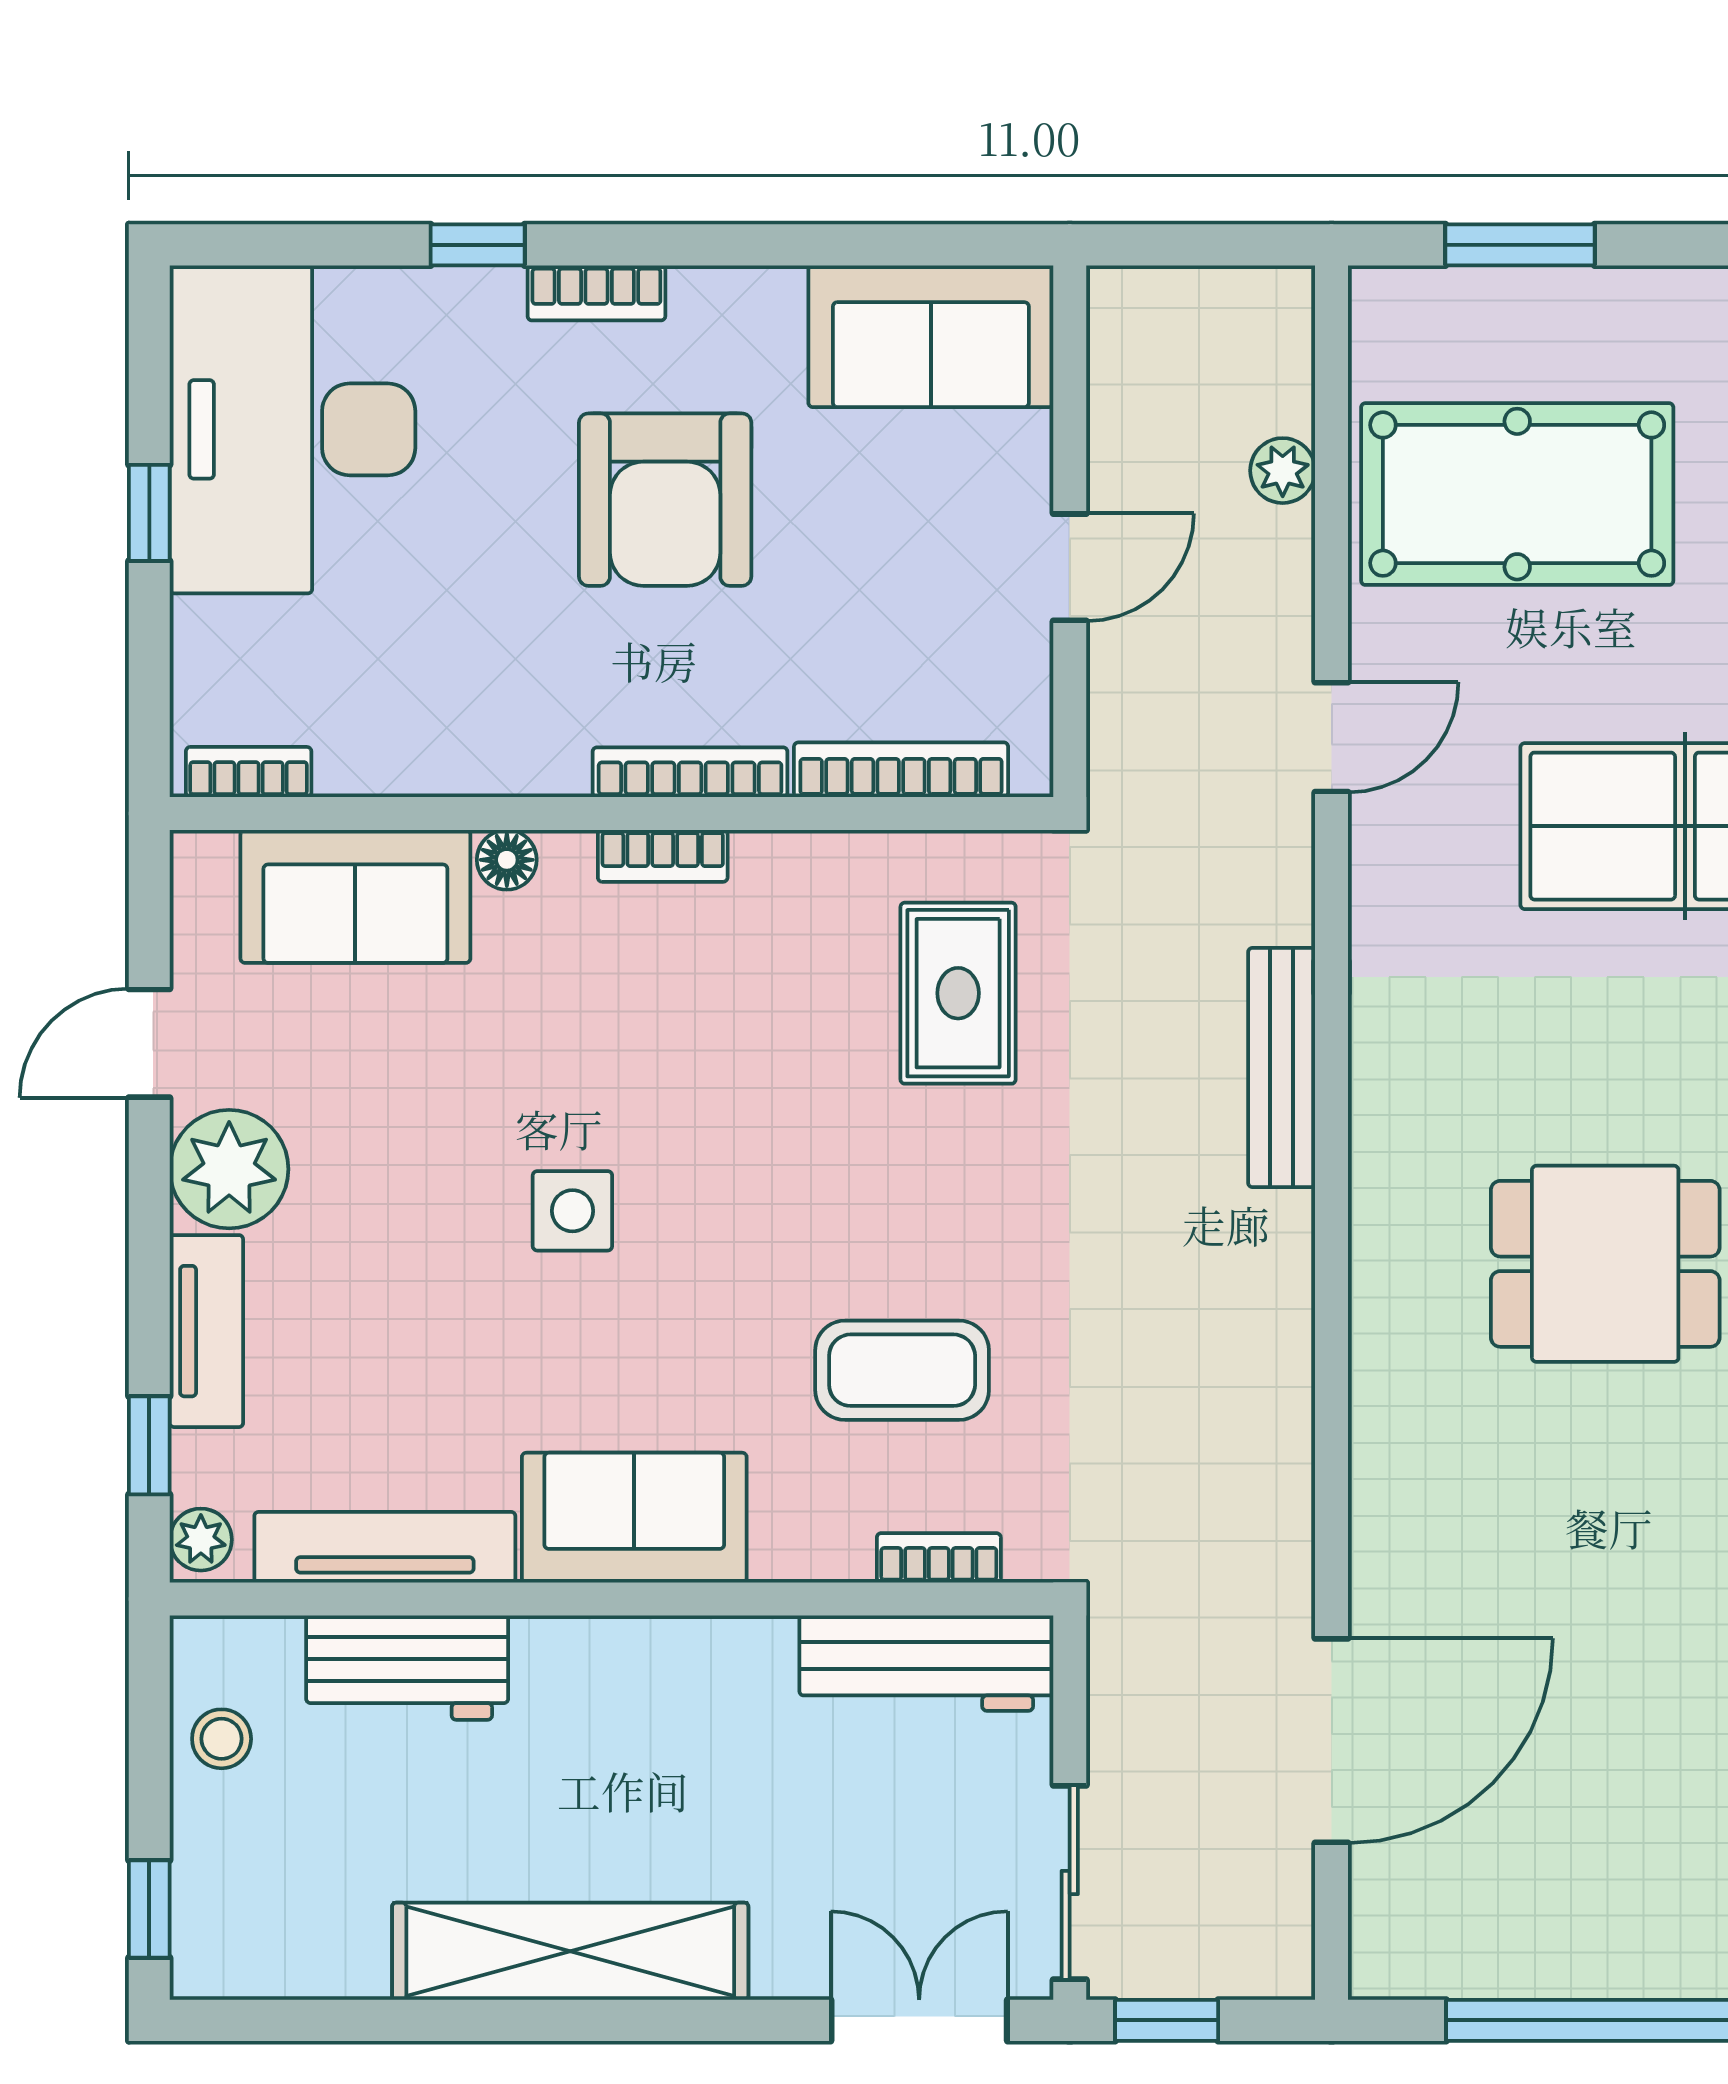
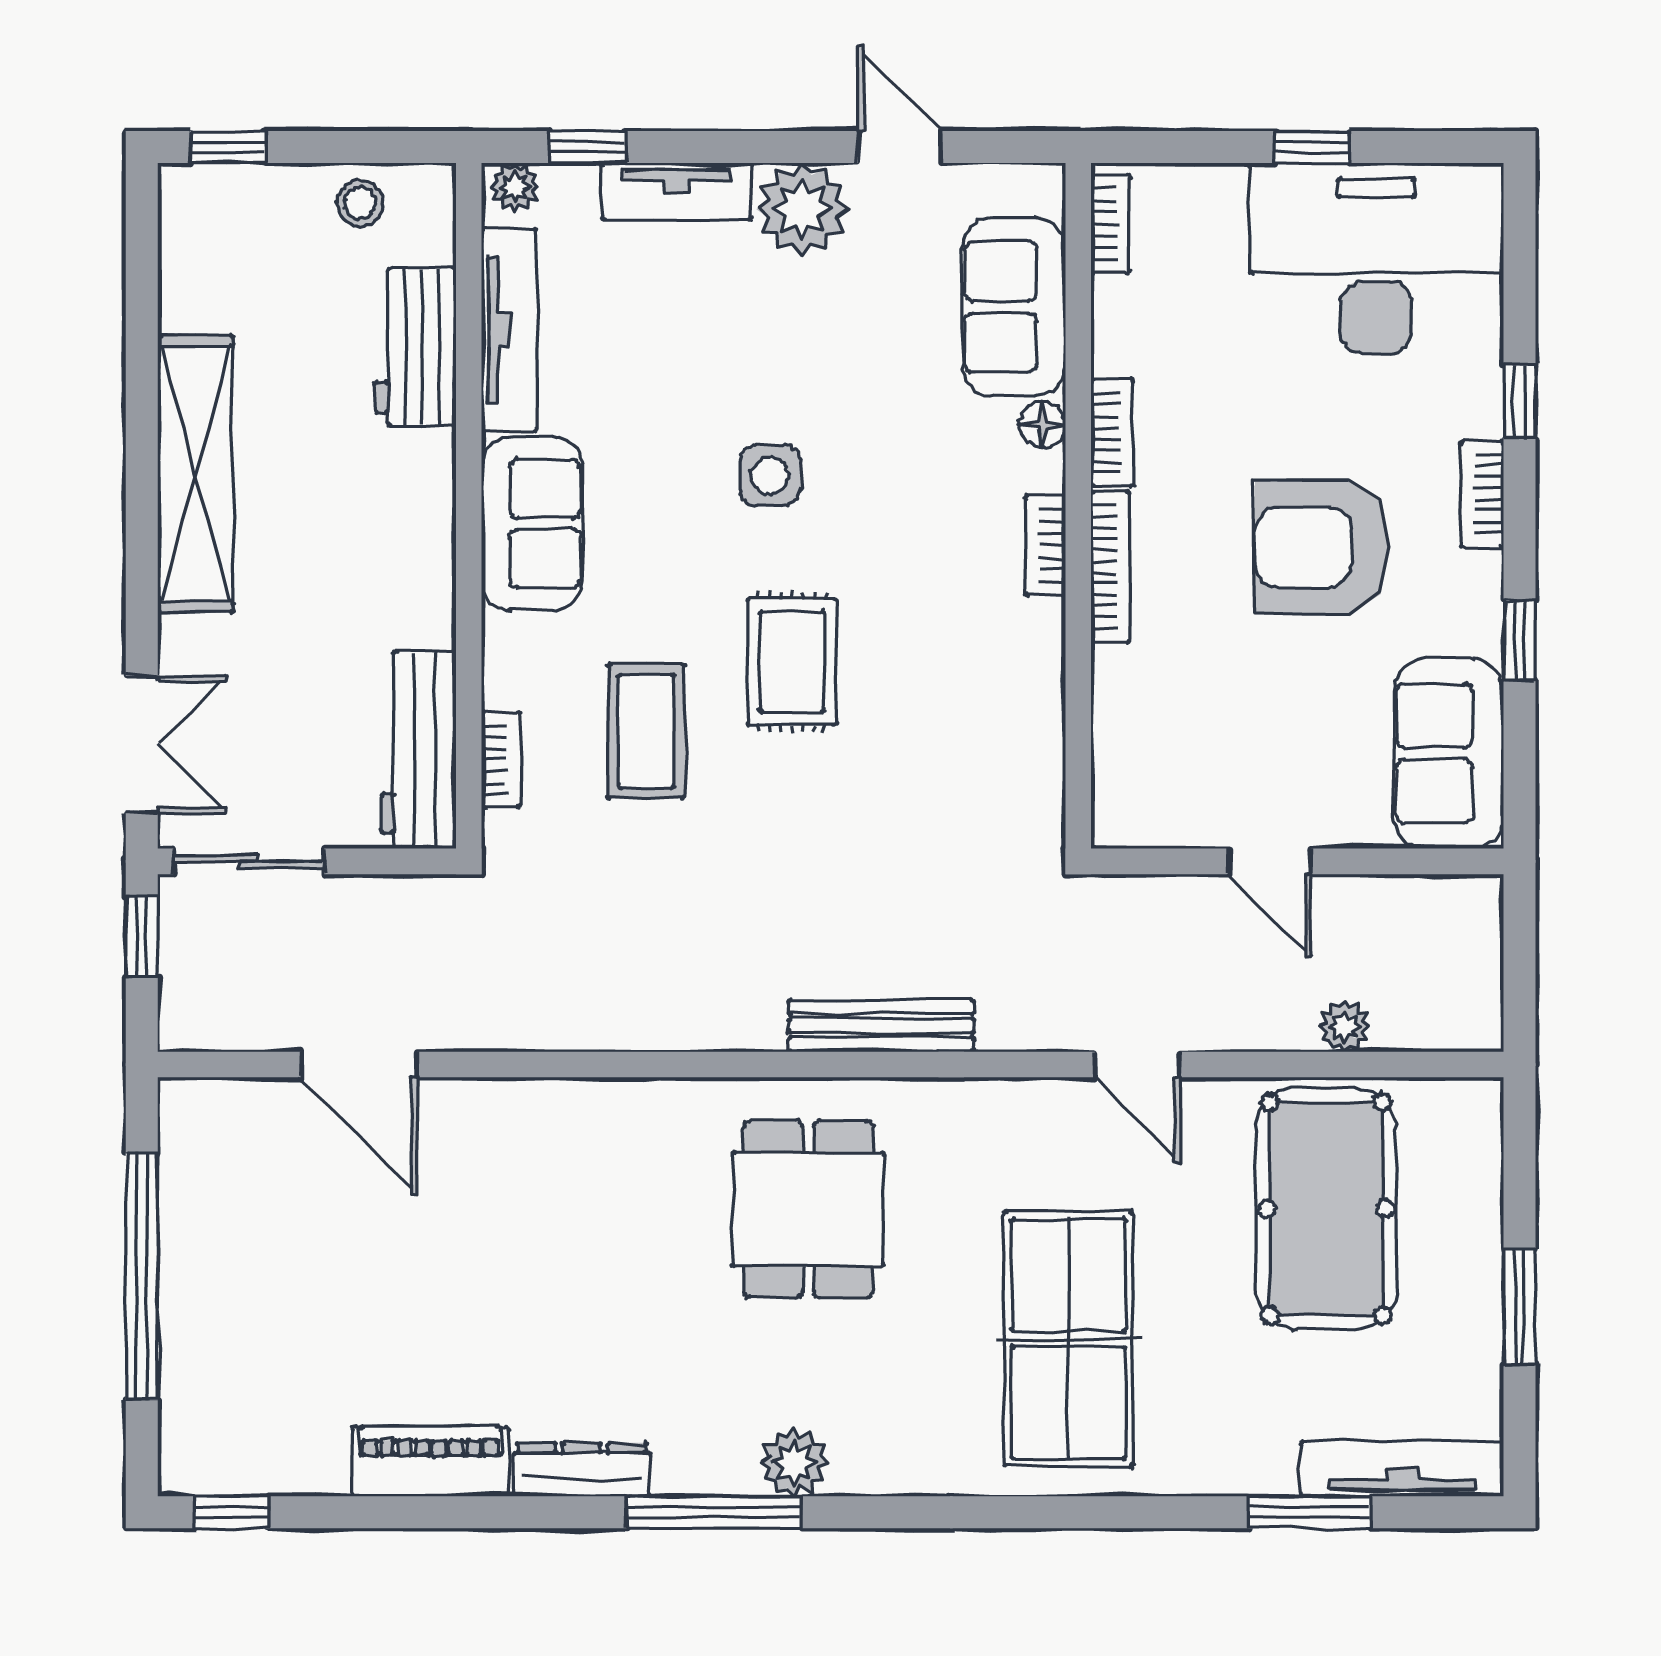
window: (785, 245) -> (1520, 641), added
window: (1520, 245) -> (1520, 1307), moved
bookcase: (901, 770) -> (1112, 433), moved, width x0.64
rug: (958, 993) -> (792, 662), moved, turned 90
dining table: (1605, 1264) -> (808, 1209), moved
door: (1332, 1741) -> (359, 1065), width x0.73

